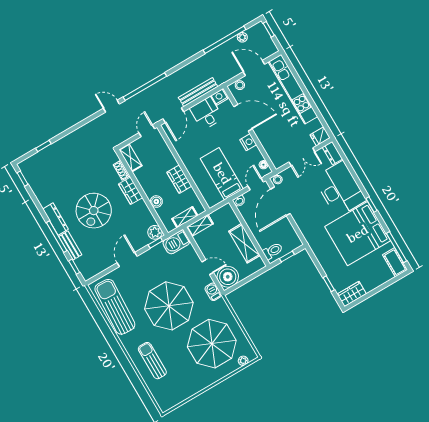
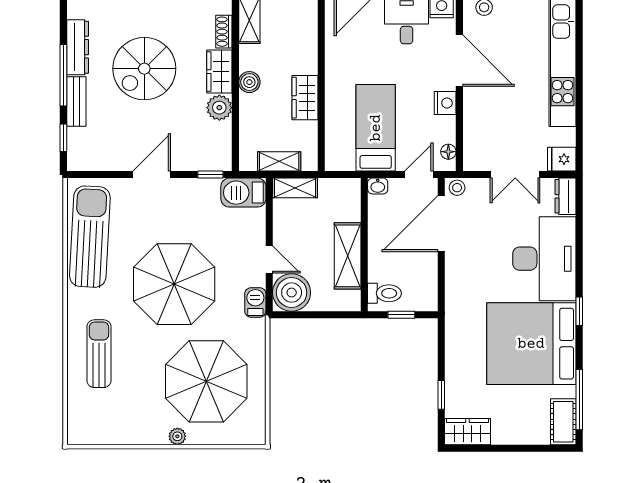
boiler: (156, 202) -> (249, 82), moved
plant: (155, 232) -> (219, 108), moved
plant: (243, 361) -> (177, 436), moved

